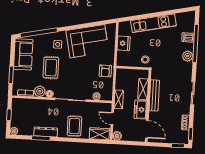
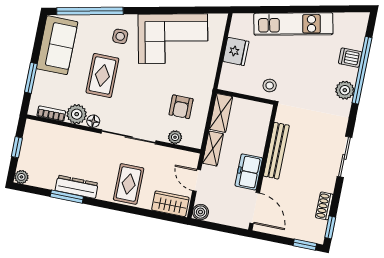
armchair: (105, 71) -> (181, 107), moved
shelving: (143, 89) -> (221, 113), moved

